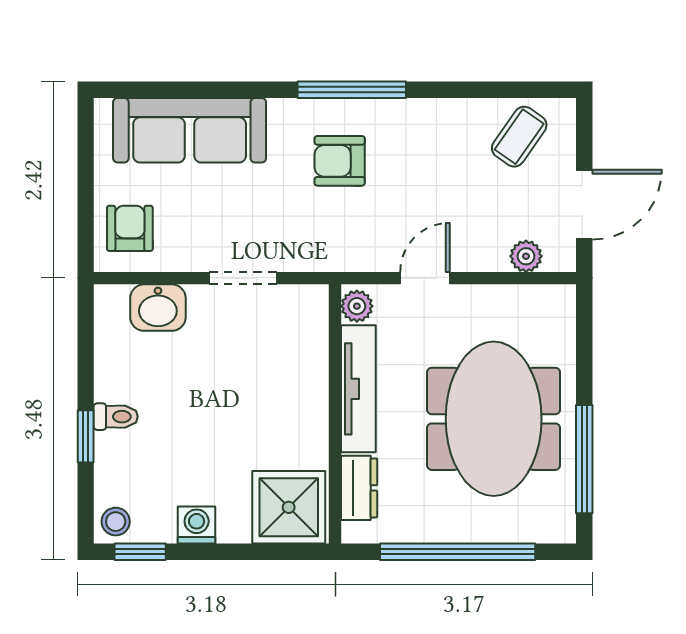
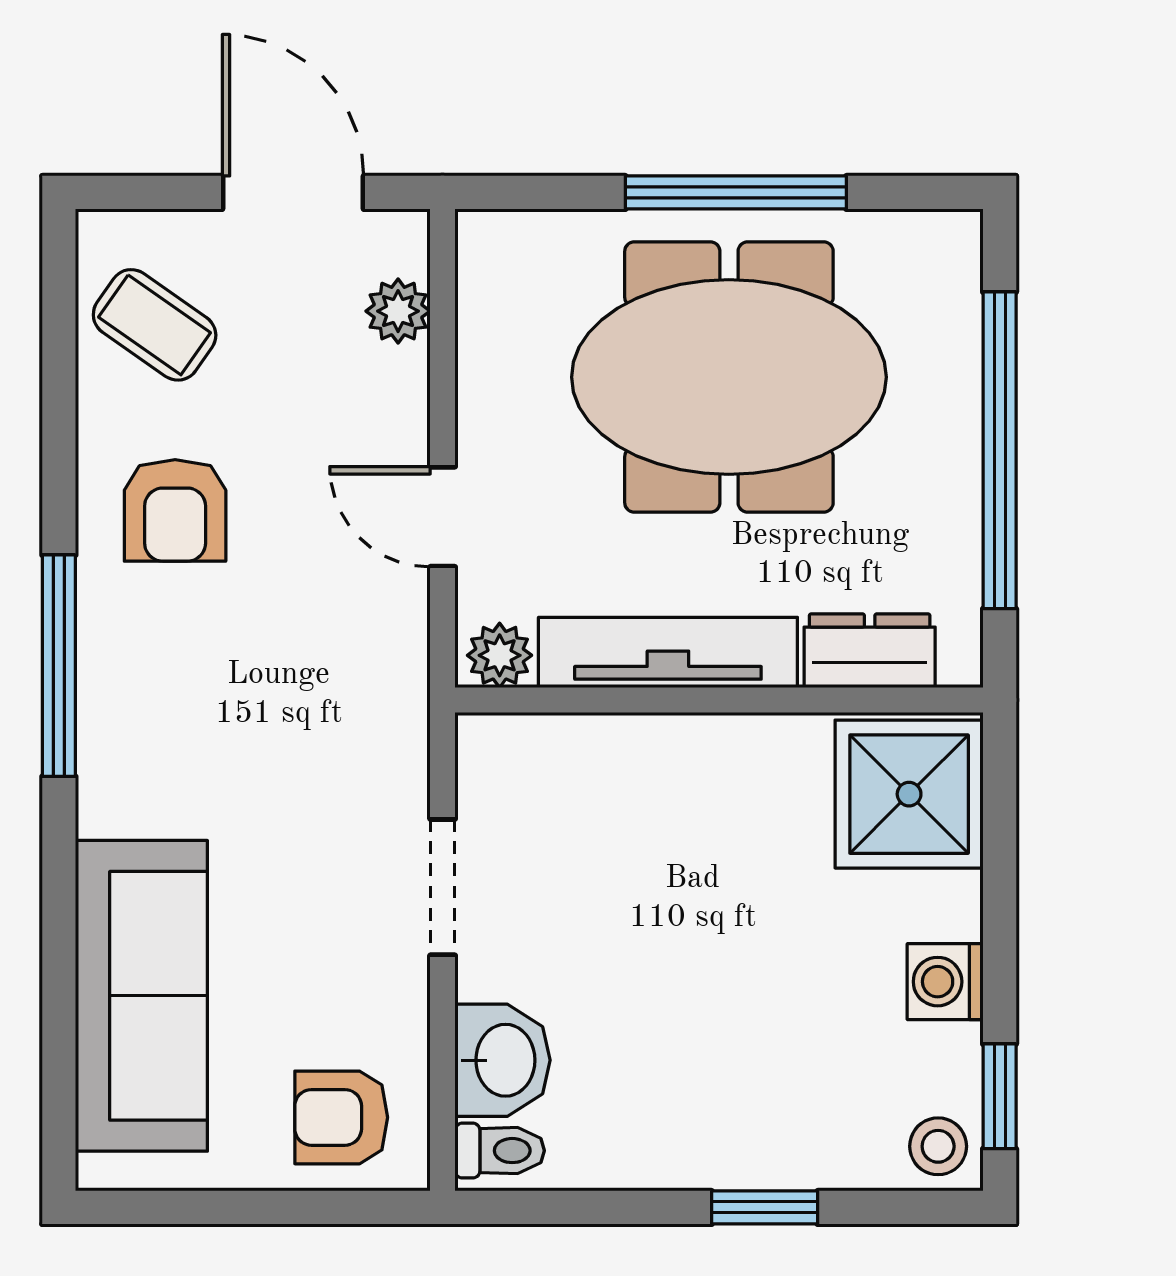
armchair: (340, 161) -> (175, 510), moved
toilet: (116, 417) -> (500, 1151), moved, turned 90
window: (584, 459) -> (736, 192), moved

